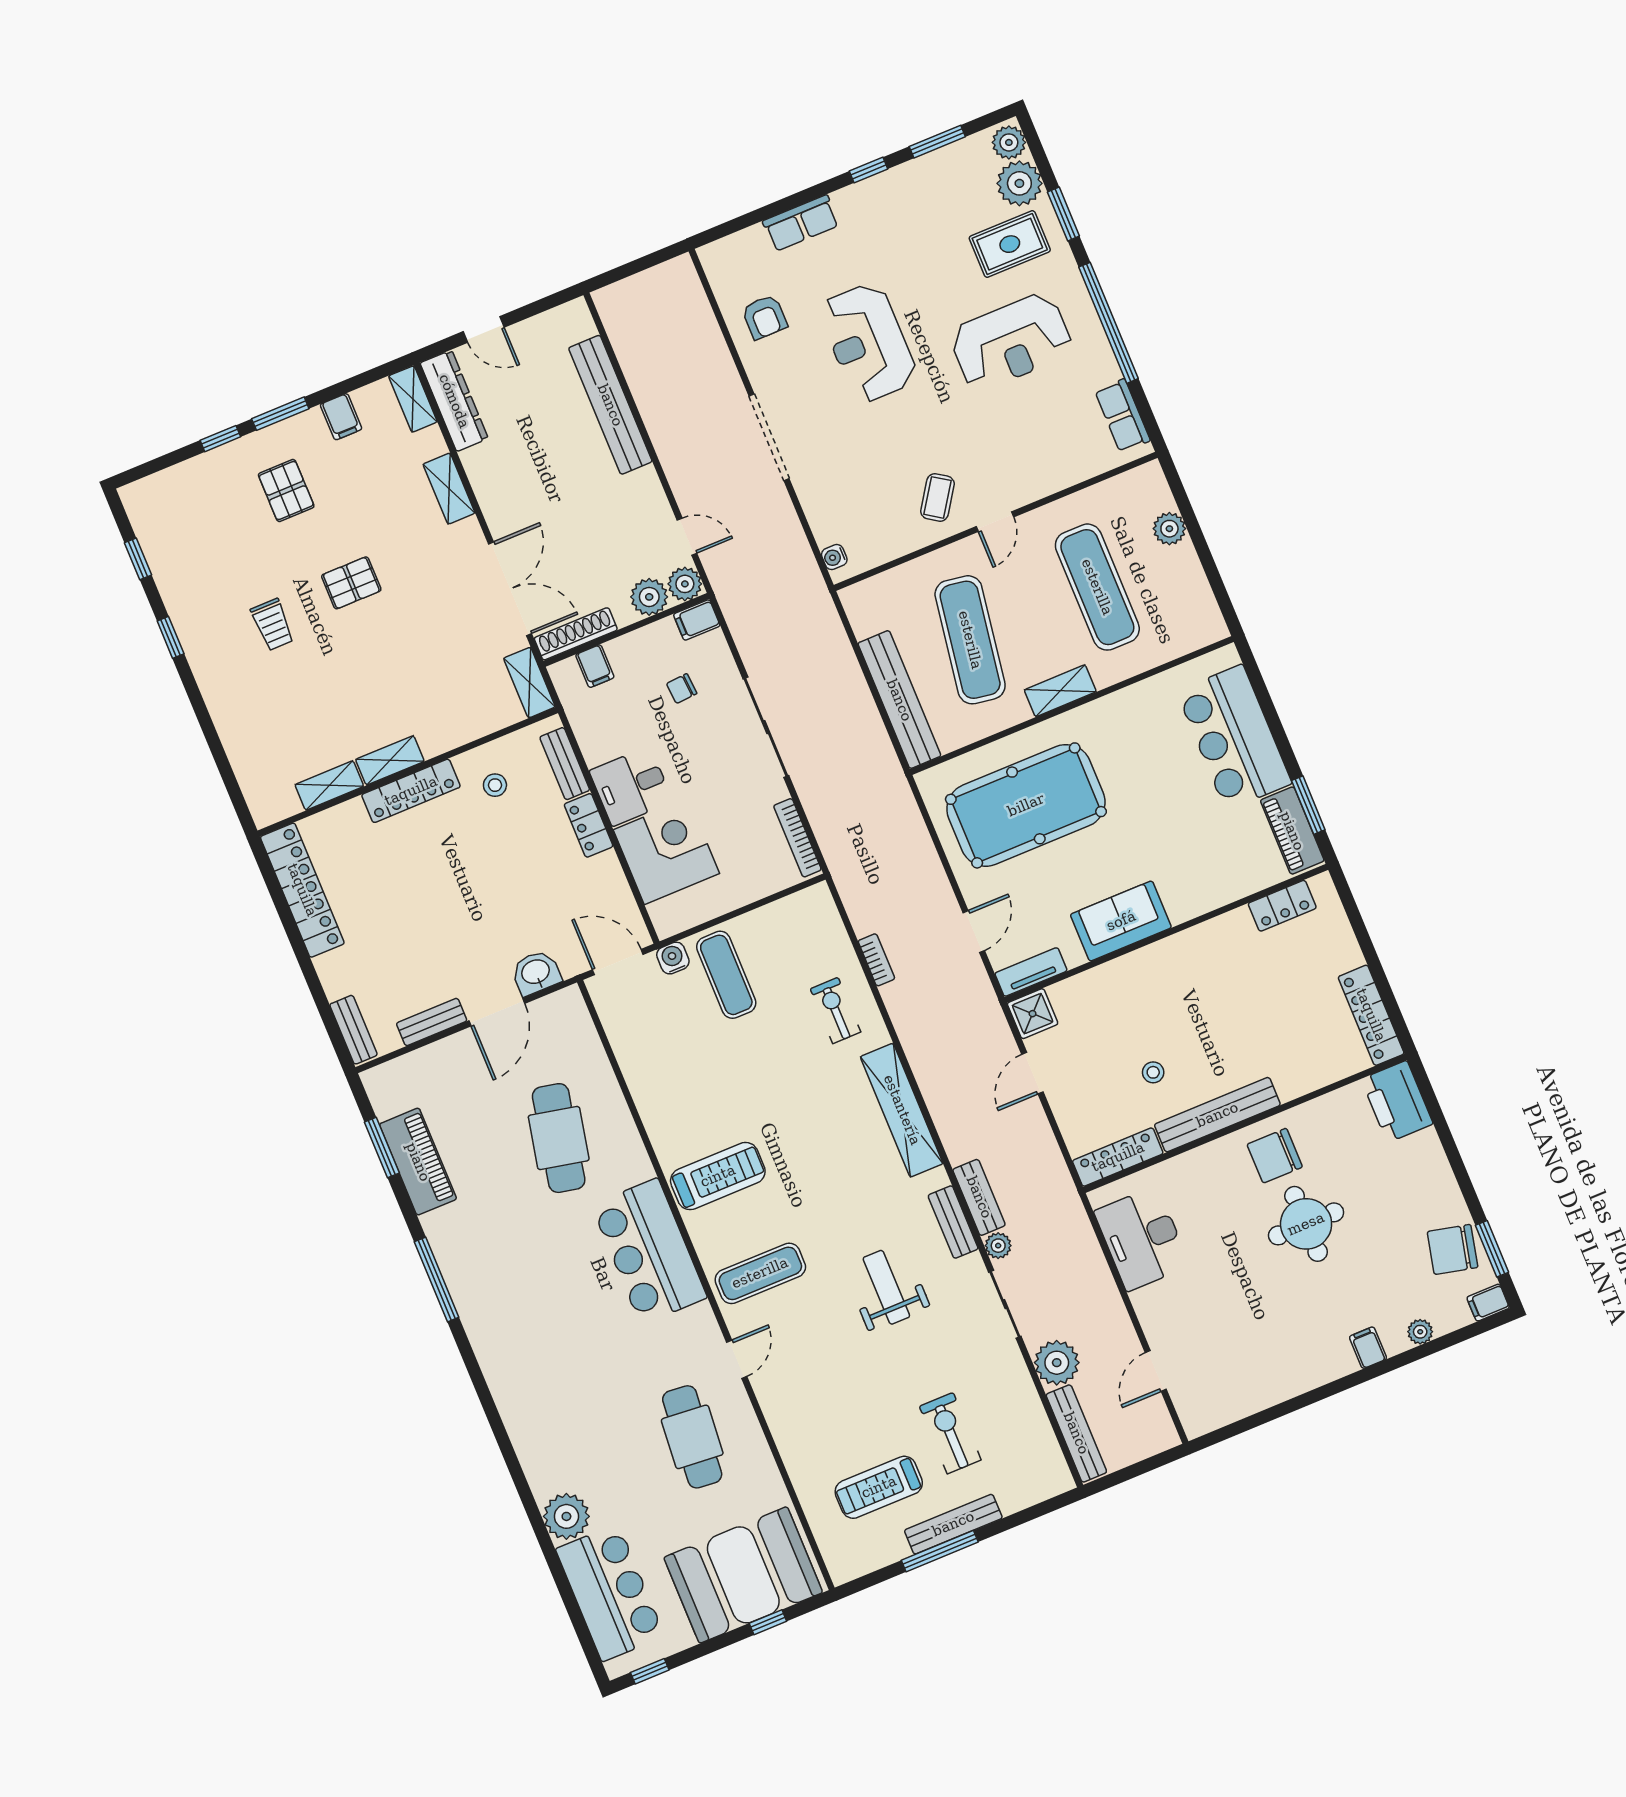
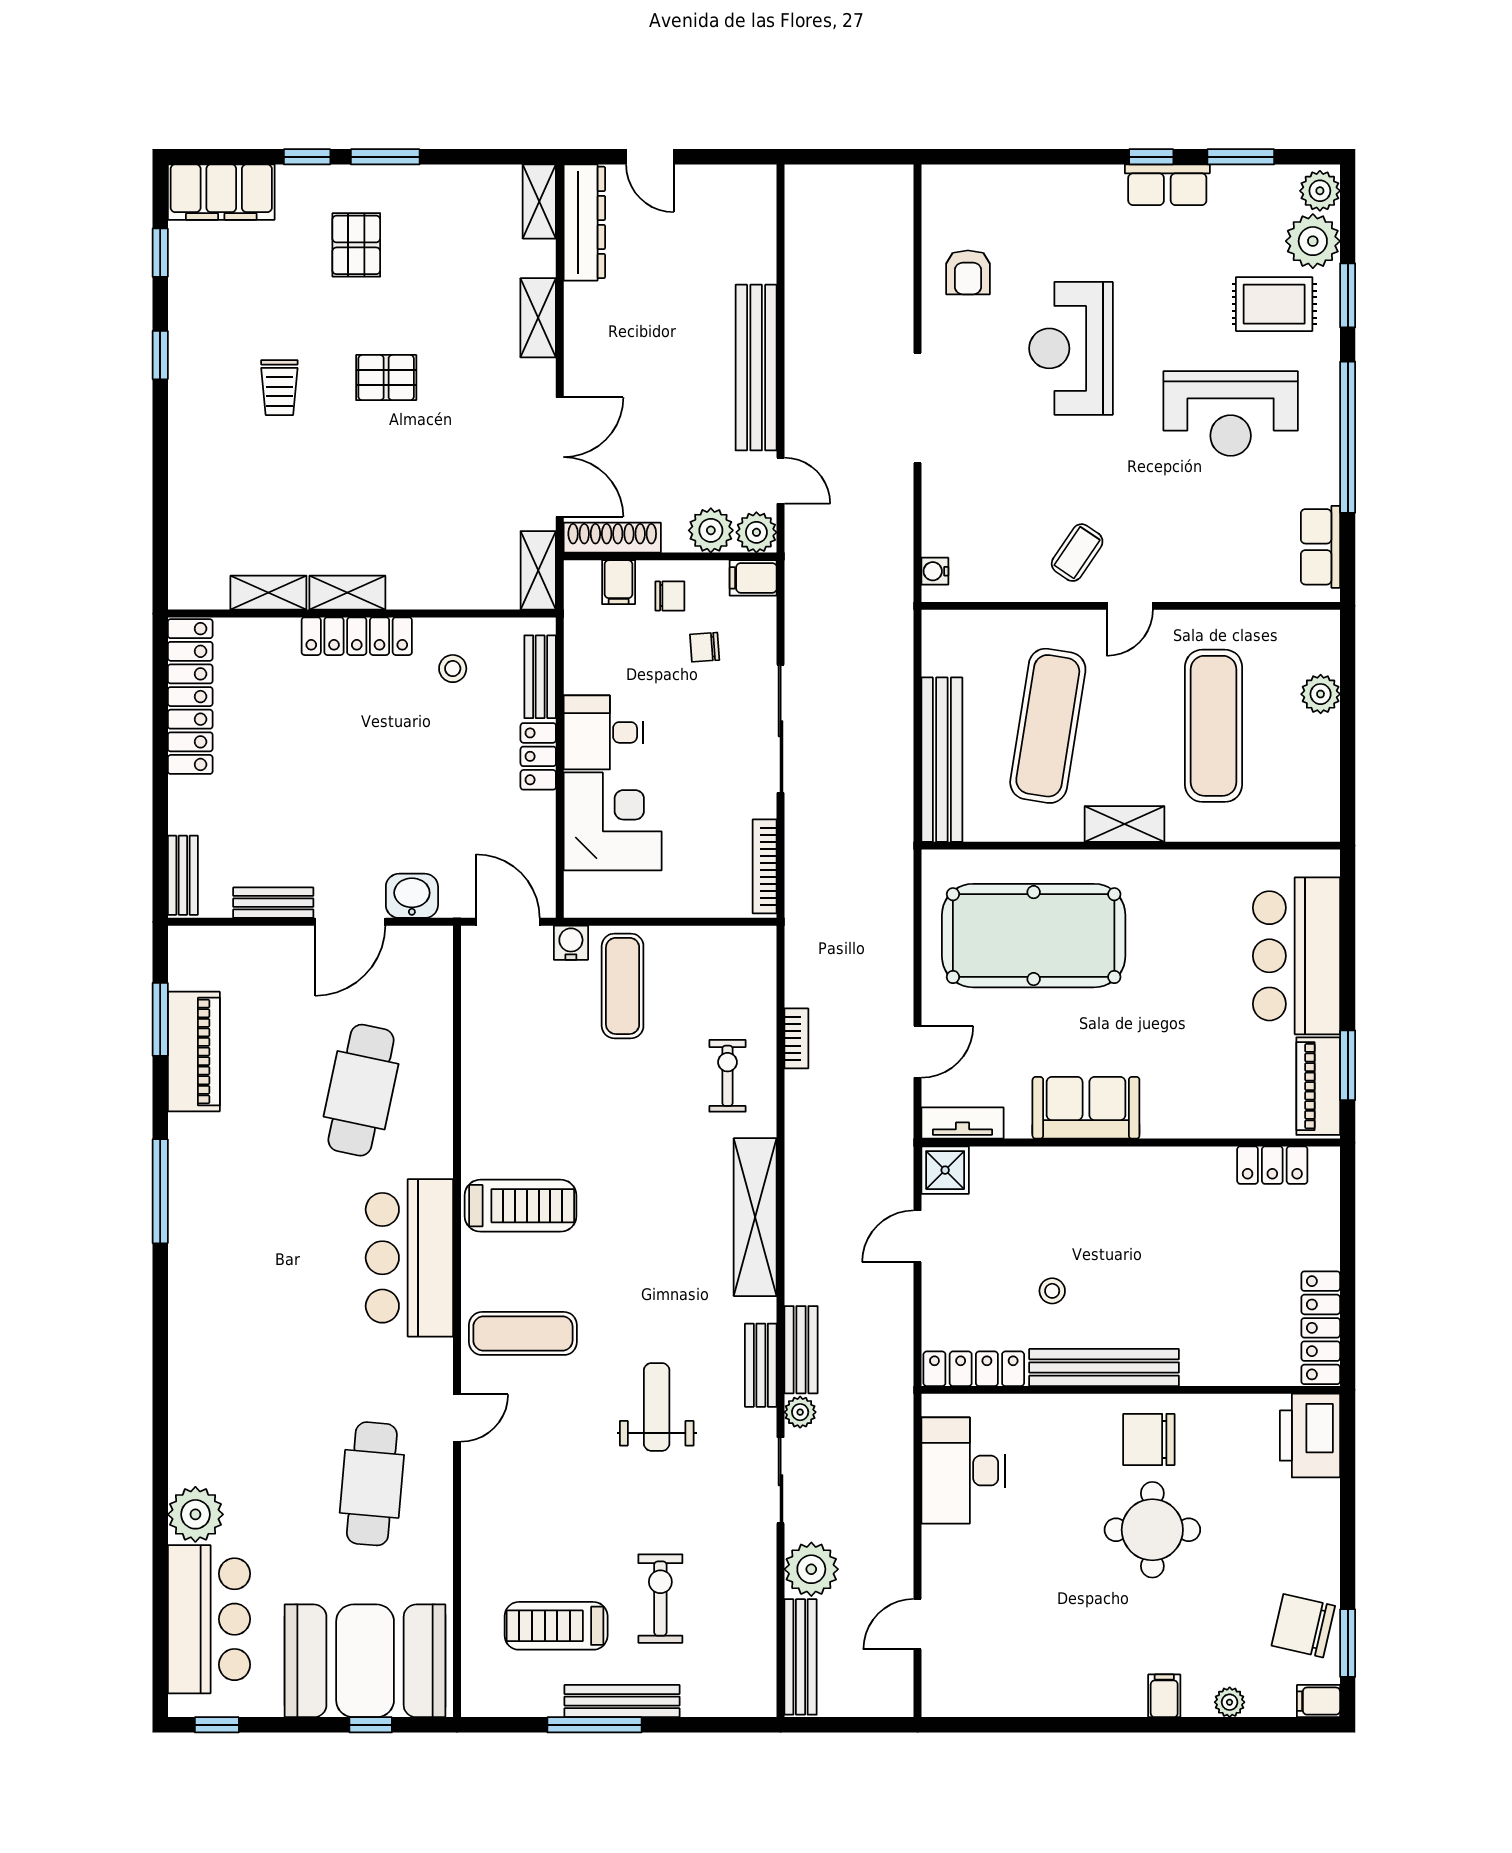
row of seats: (801, 223) -> (1167, 185), moved
bench: (610, 405) -> (756, 368), moved
filing cabinet: (341, 417) -> (221, 192), moved, width x3.00, depth x1.17
chair: (639, 660) -> (670, 596), added

